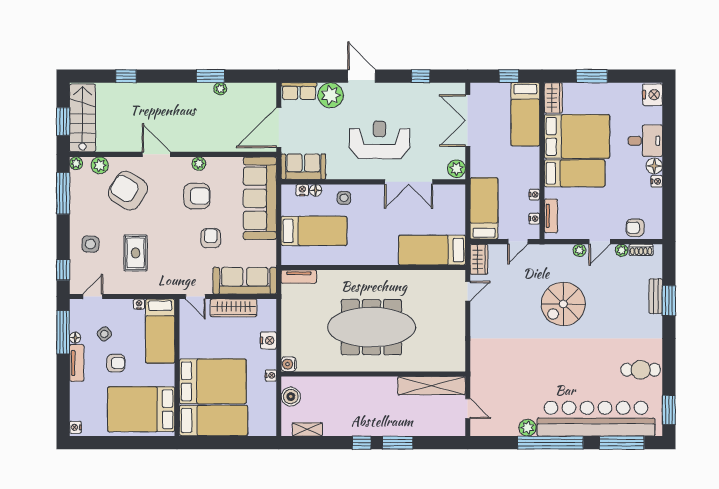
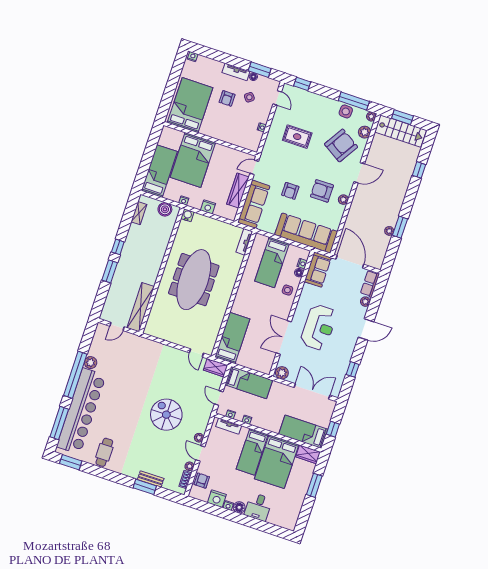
plant: (331, 95) -> (365, 302), width x0.53, depth x0.53
nightstand: (653, 95) -> (217, 499), moved
armchair: (197, 196) -> (322, 191), turned 90
armchair: (211, 238) -> (290, 191), turned 90
side table: (90, 244) -> (346, 111), moved
bed: (160, 331) -> (239, 136), removed
window: (63, 332) -> (260, 70), width x0.69
bed: (214, 420) -> (159, 171), moved, turned 180

